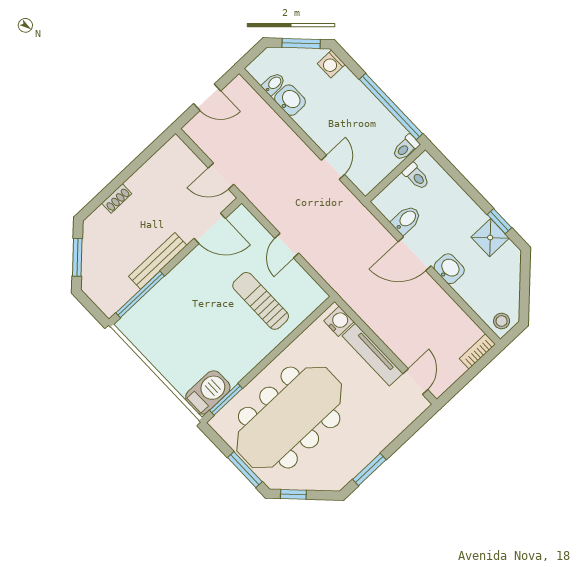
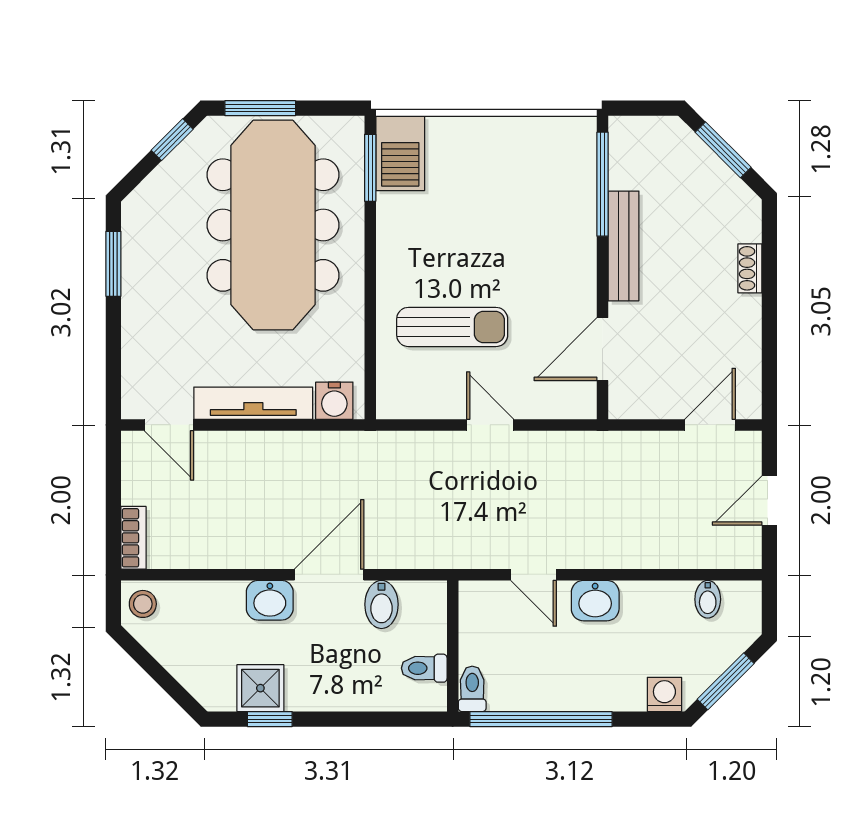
washbasin: (290, 100) -> (595, 601), moved
door: (221, 176) -> (710, 425), moved

